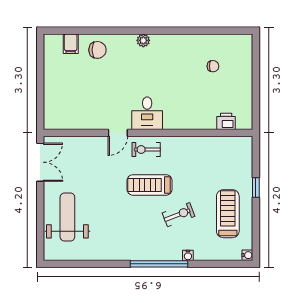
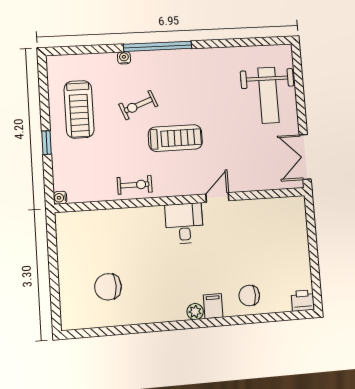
filing cabinet: (71, 44) -> (213, 306), moved
chair: (213, 66) -> (108, 287), width x1.87, depth x1.87
printer: (226, 121) -> (303, 301), moved, turned 180
exercise bike: (146, 149) -> (135, 185), moved
water cooler: (247, 255) -> (60, 198), moved

